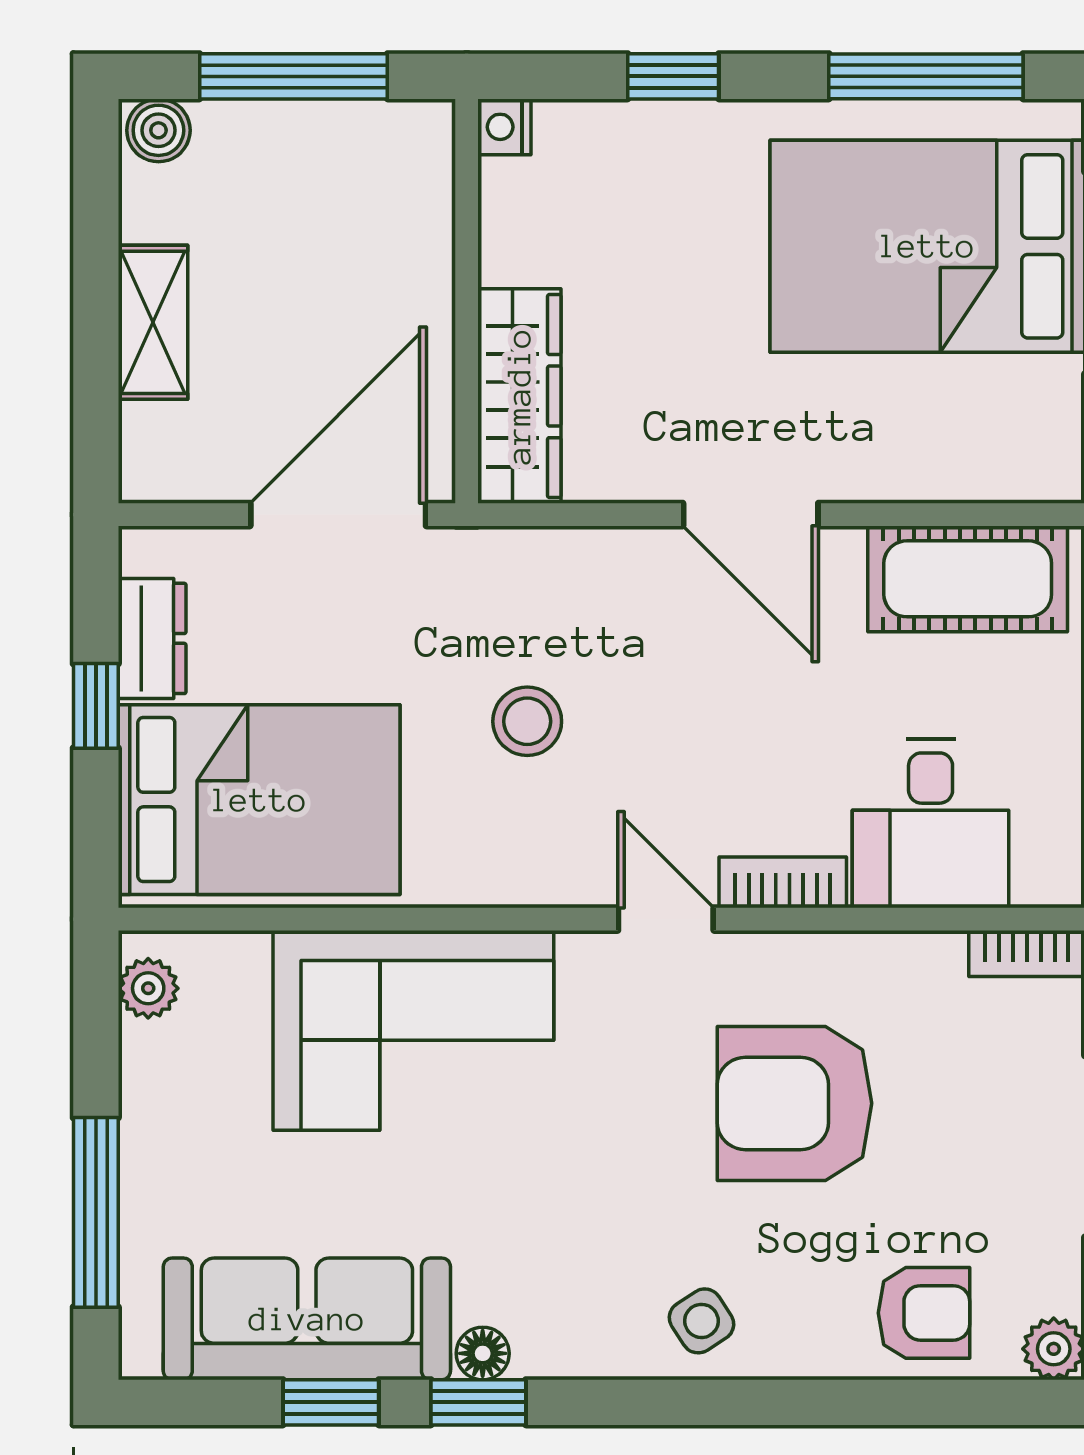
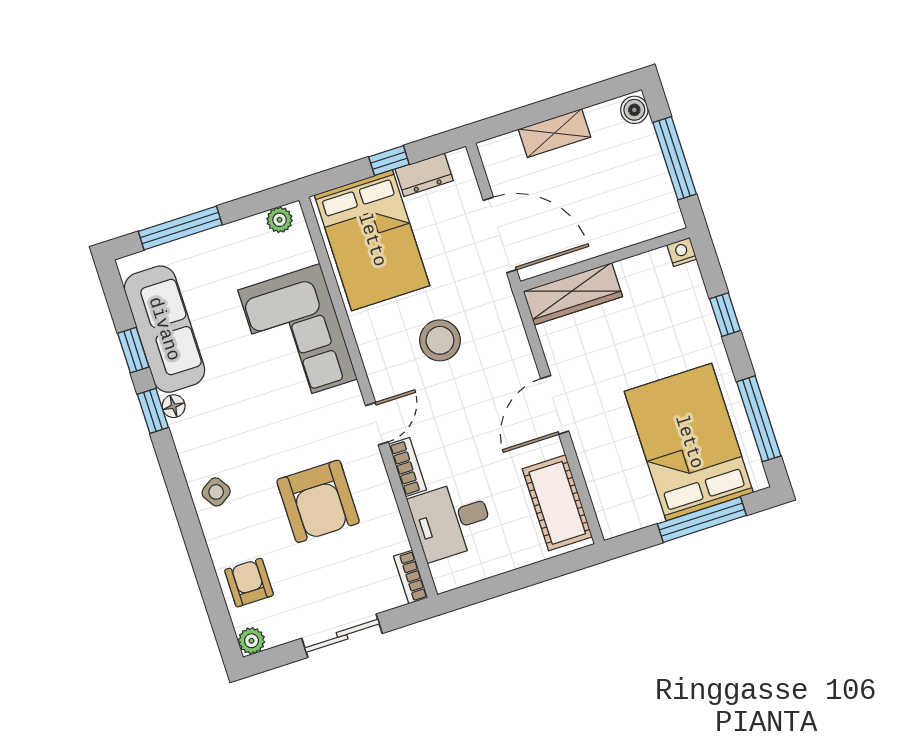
stool: (527, 721) -> (440, 340), width x1.38, depth x1.38
armchair: (795, 1103) -> (318, 501), turned 180
armchair: (924, 1313) -> (249, 583), turned 180

